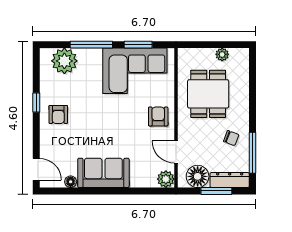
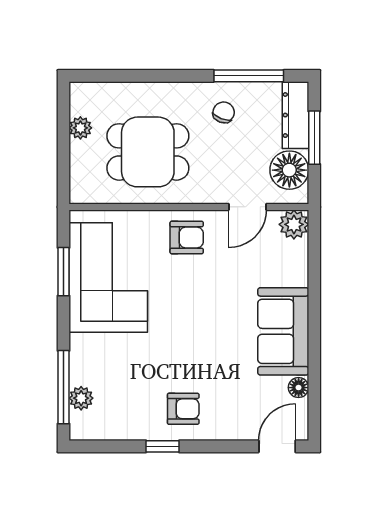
window: (91, 45) -> (63, 387), moved
plant: (64, 61) -> (81, 398), width x0.53, depth x0.53
armchair: (158, 116) -> (187, 237), turned 180

